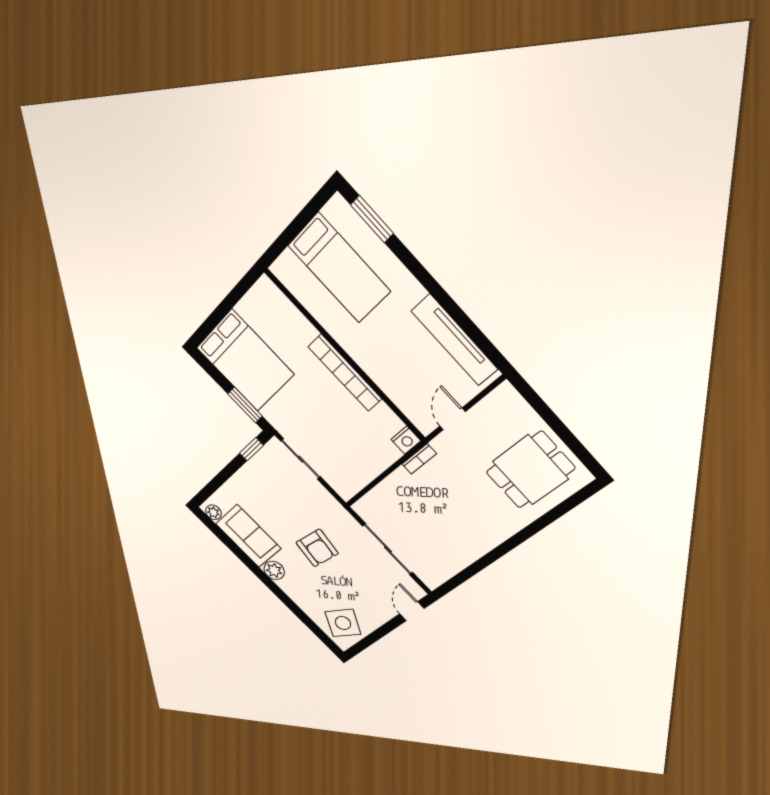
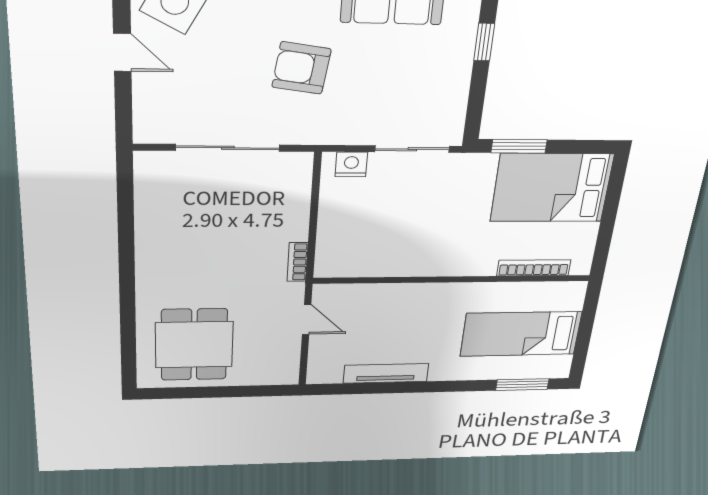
tv unit: (455, 340) -> (386, 373), width x0.73, depth x0.78
bookcase: (345, 373) -> (534, 268), moved, width x0.68, depth x0.76
nightstand: (406, 440) -> (351, 164), moved, turned 90
window: (251, 449) -> (484, 42), moved
door: (412, 611) -> (122, 52), moved

